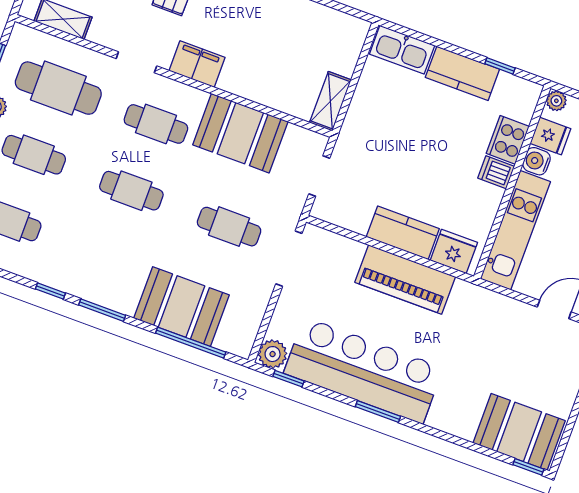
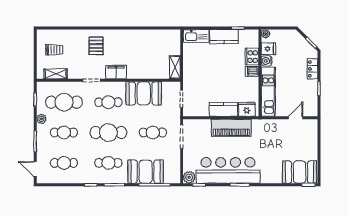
cafe table: (131, 191) -> (108, 133), width x1.37, depth x1.35
cafe table: (107, 257) -> (108, 163), added

